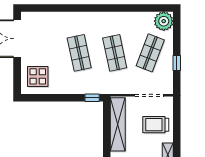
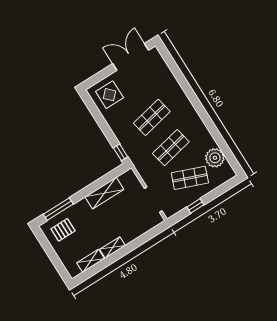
plant: (164, 21) -> (215, 158), moved
shelving: (118, 124) -> (104, 193), width x0.68
trolley: (156, 125) -> (132, 221), removed

